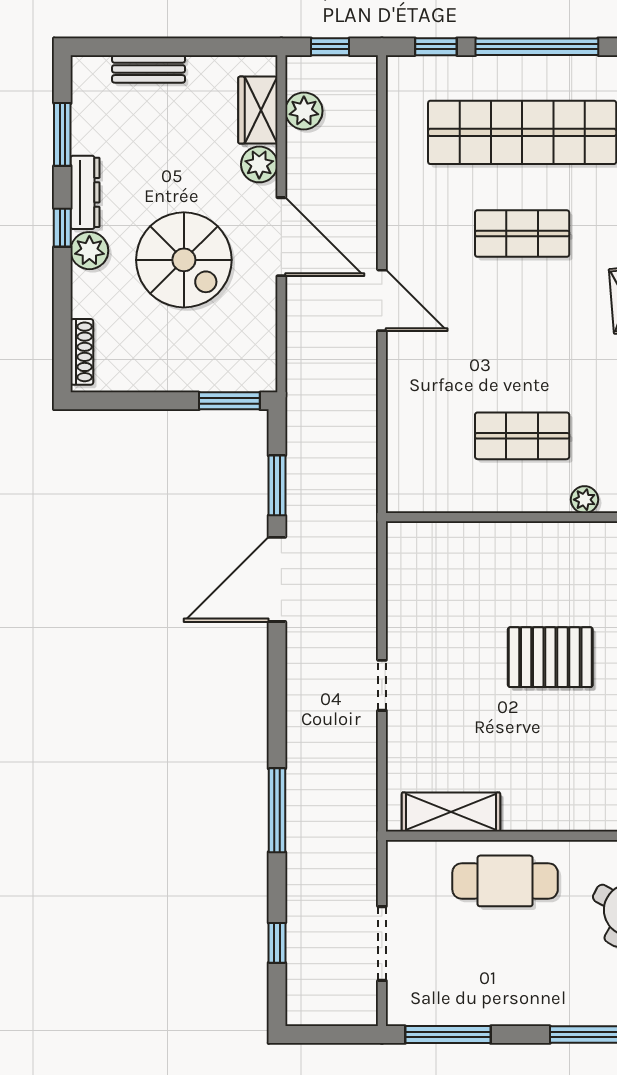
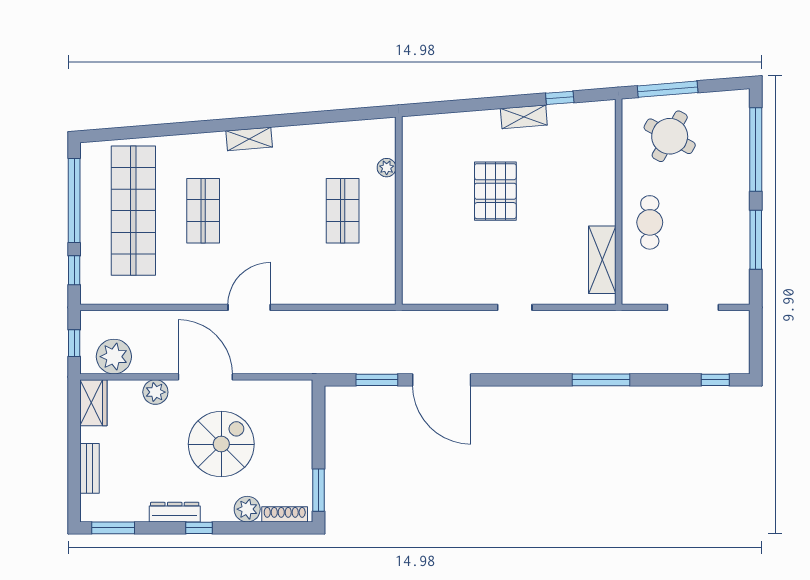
wardrobe: (258, 110) -> (93, 403), moved, turned -90
plant: (304, 111) -> (114, 357), width x1.36, depth x1.36
window: (62, 134) -> (113, 528), moved
door: (281, 237) -> (205, 377), hinge flipped
plant: (89, 251) -> (247, 509), moved
window: (229, 401) -> (318, 490), moved
cafe table: (505, 881) -> (650, 222), width x0.73, depth x0.74
window: (277, 943) -> (715, 380), moved
window: (448, 1035) -> (756, 240), moved

